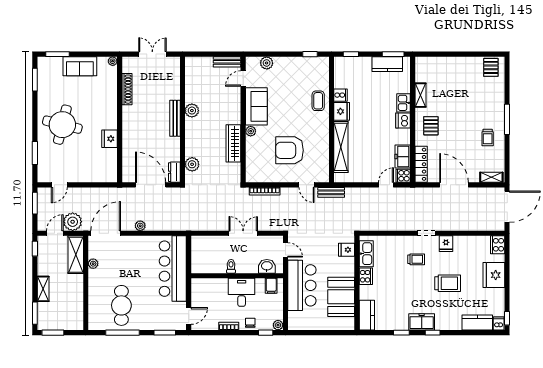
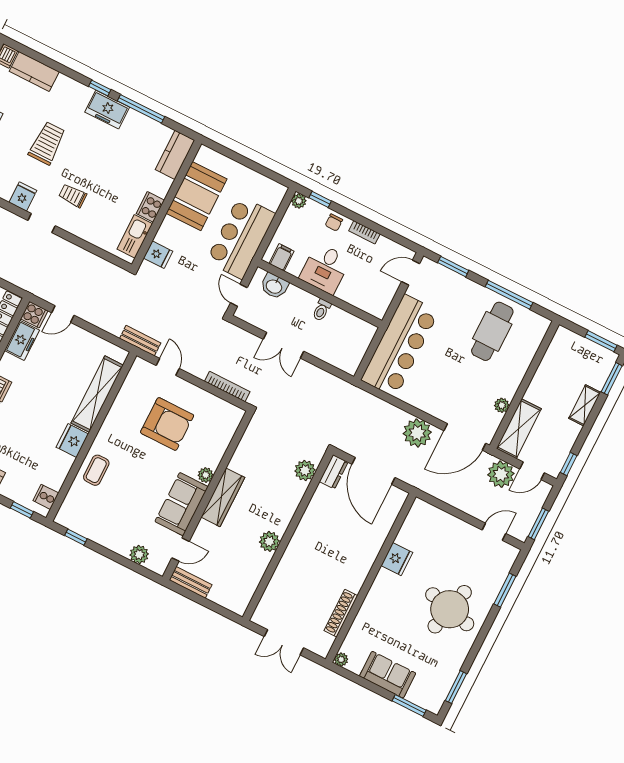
cooker: (341, 95) -> (46, 497), moved
bench: (175, 118) -> (297, 543), removed
wardrobe: (233, 143) -> (223, 497), moved
plant: (140, 226) -> (417, 433), width x1.88, depth x1.88
trolley: (448, 283) -> (47, 143), turned 90
window: (401, 333) -> (141, 109), width x2.17

